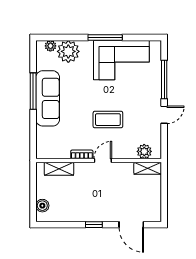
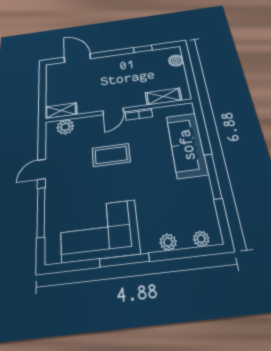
plant: (68, 51) -> (168, 242), width x0.53, depth x0.53
sofa: (48, 98) -> (187, 145), moved
window: (94, 225) -> (143, 49), moved

